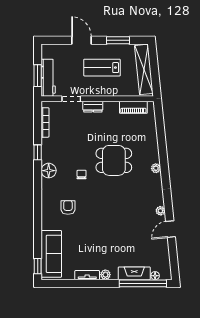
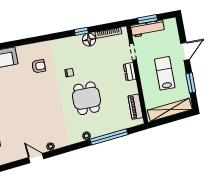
window: (162, 143) -> (109, 137), added
floor lamp: (49, 171) -> (89, 40), moved

